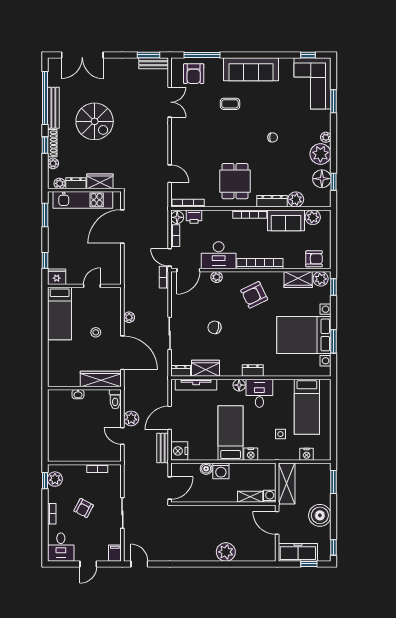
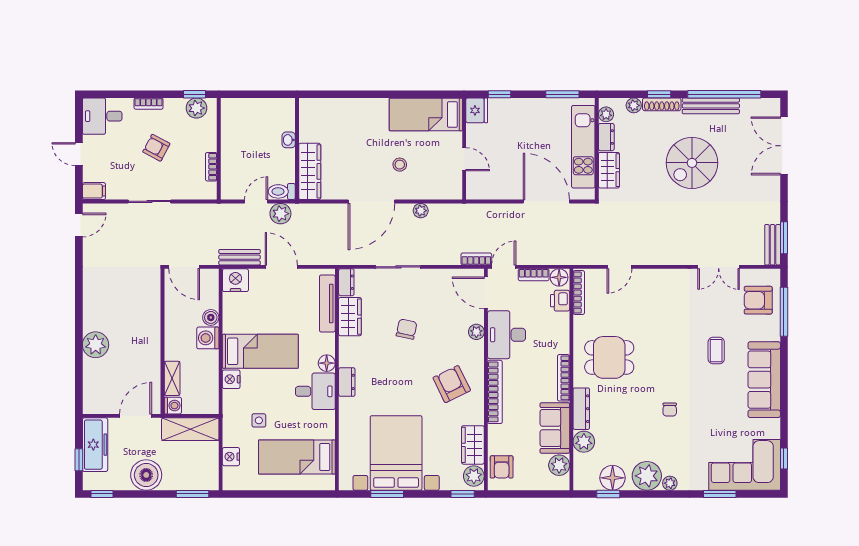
wardrobe: (101, 379) -> (310, 171), moved
wall: (84, 388) -> (297, 149), moved
washbasin: (78, 394) -> (289, 140), moved
toilet: (115, 399) -> (282, 191), moved

